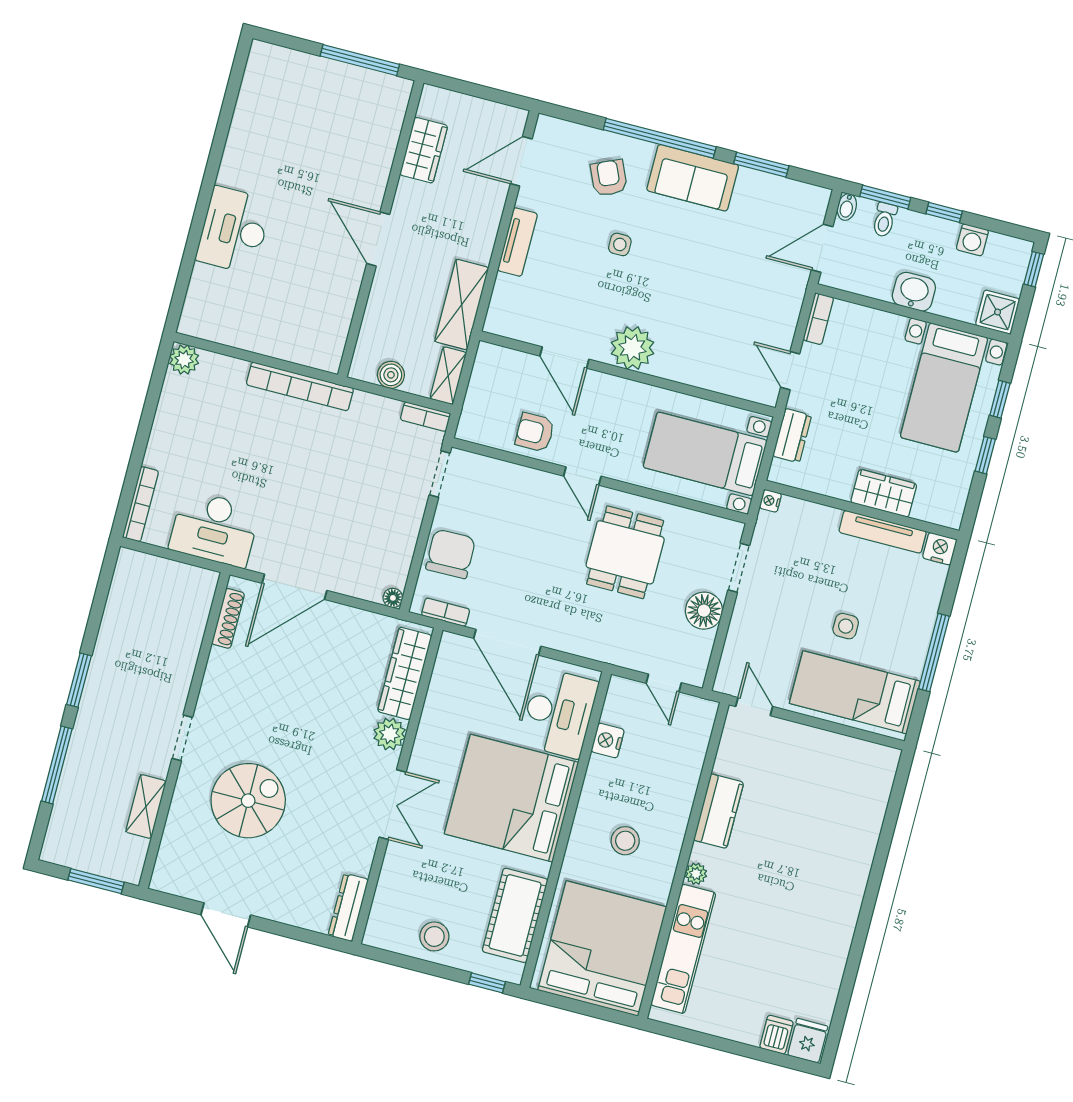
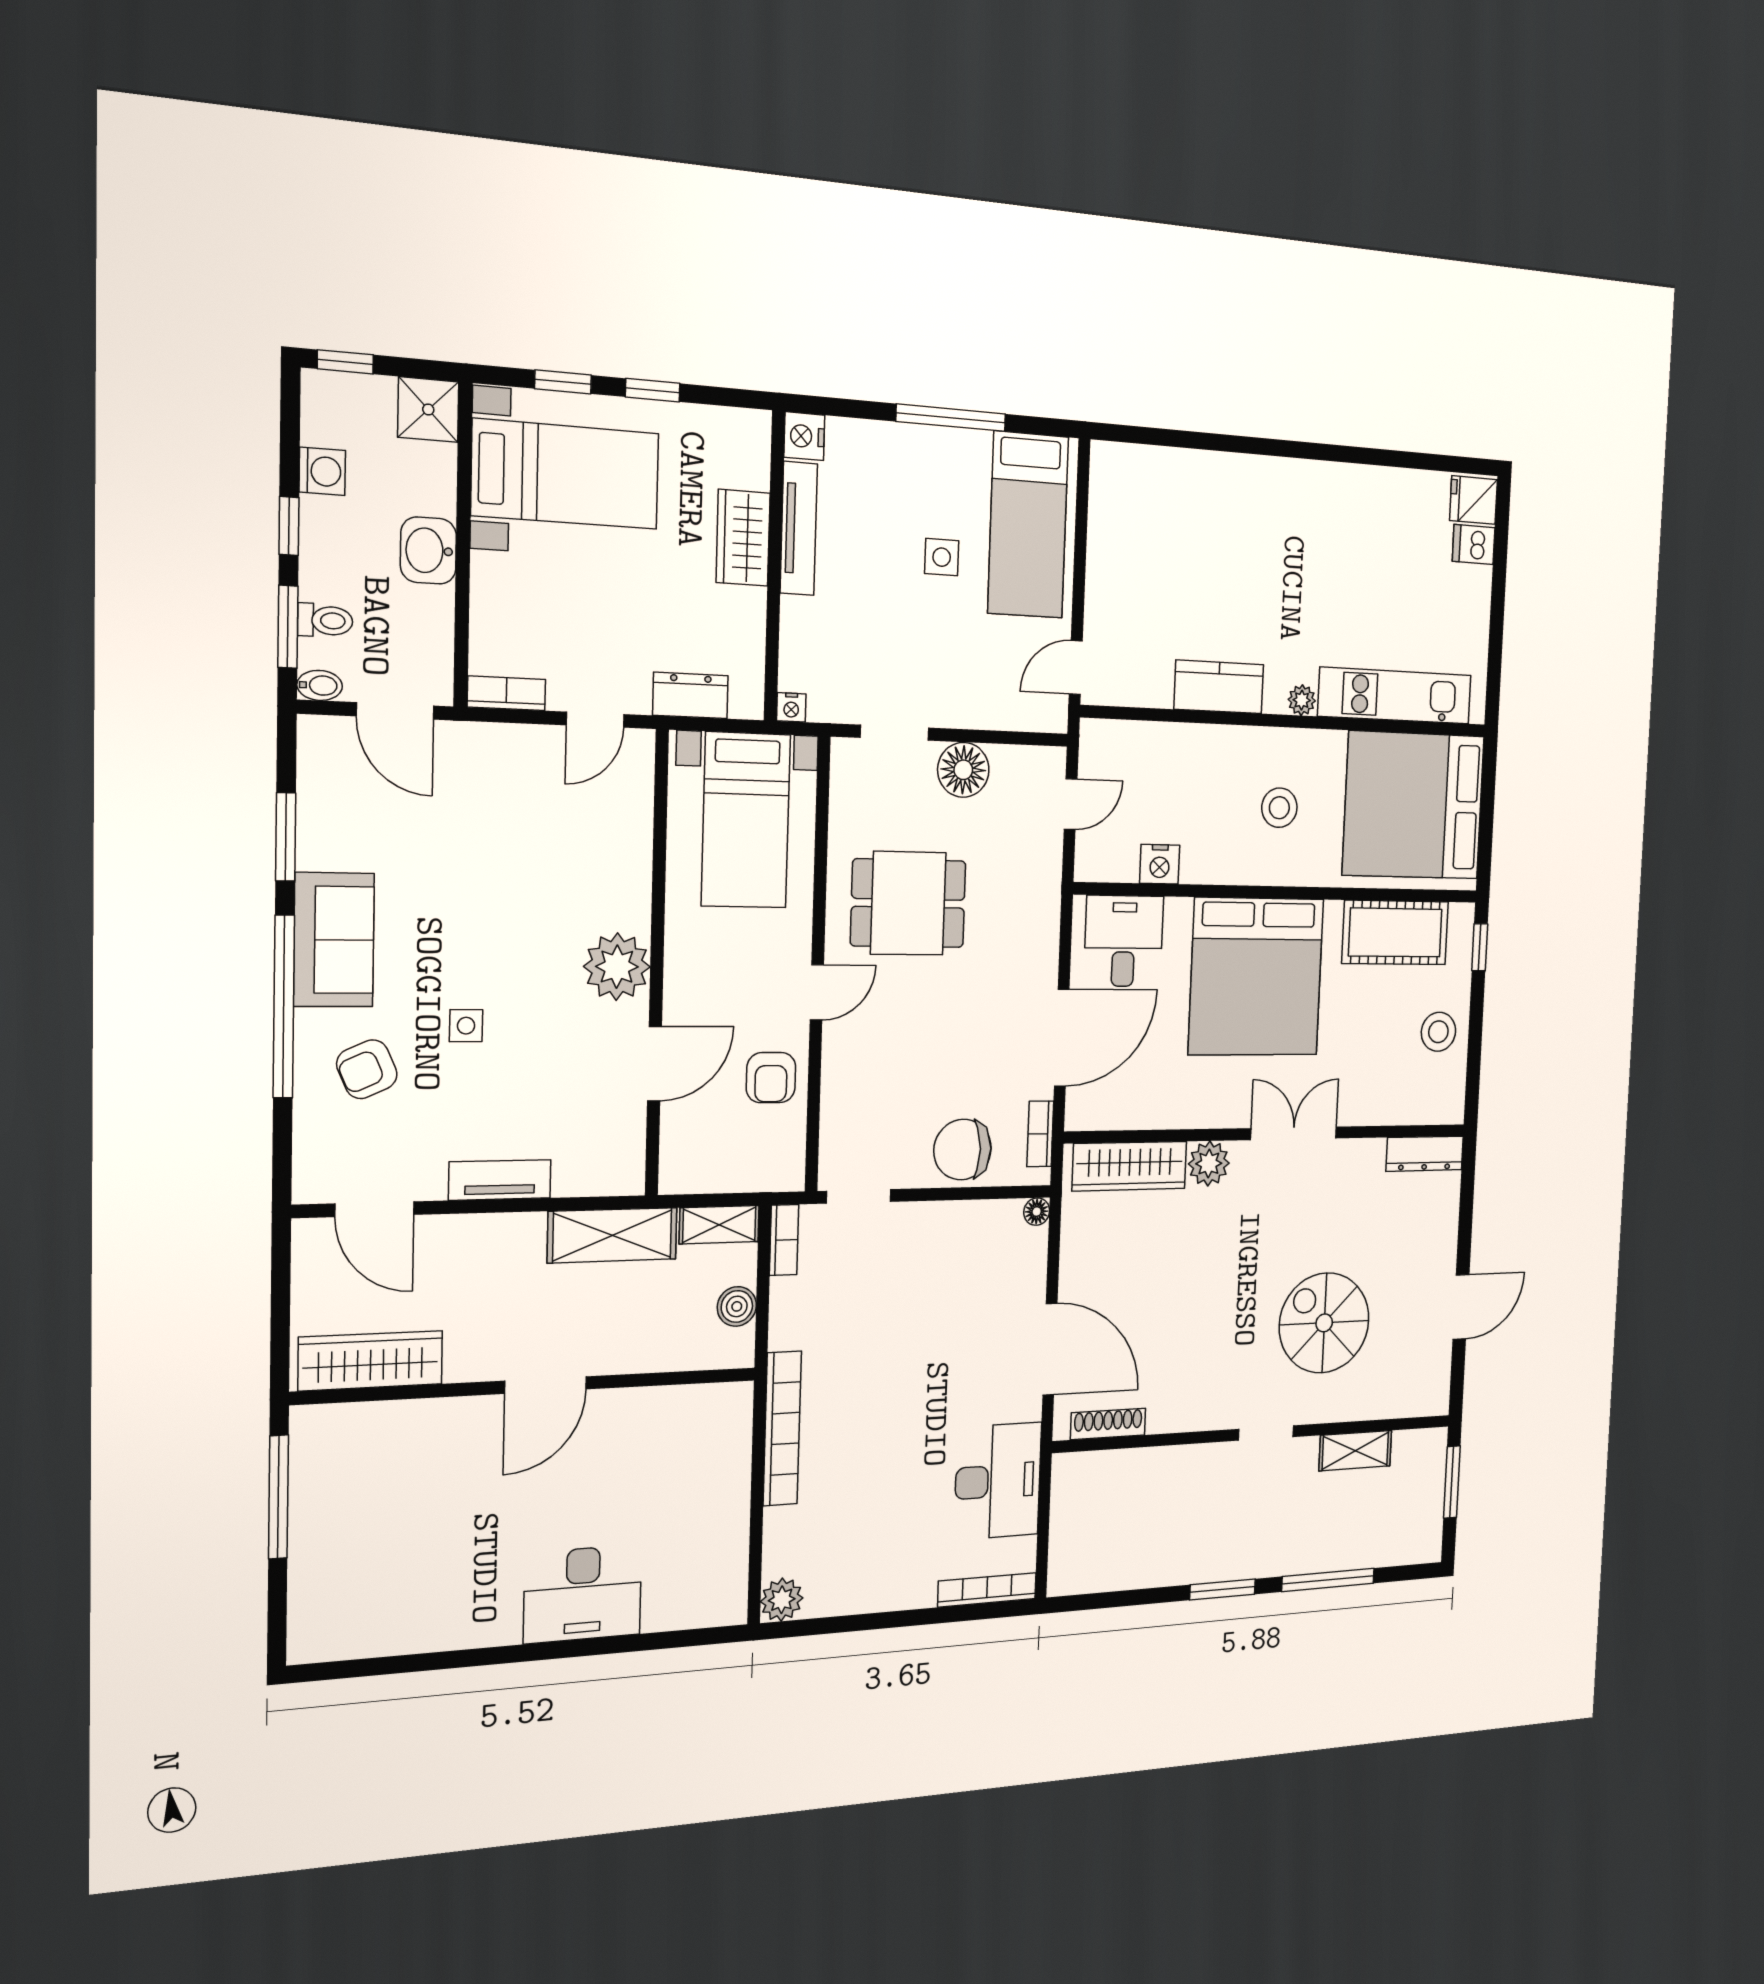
wardrobe: (424, 150) -> (371, 1361), width x1.50
desk: (559, 713) -> (1124, 941), width x0.73

